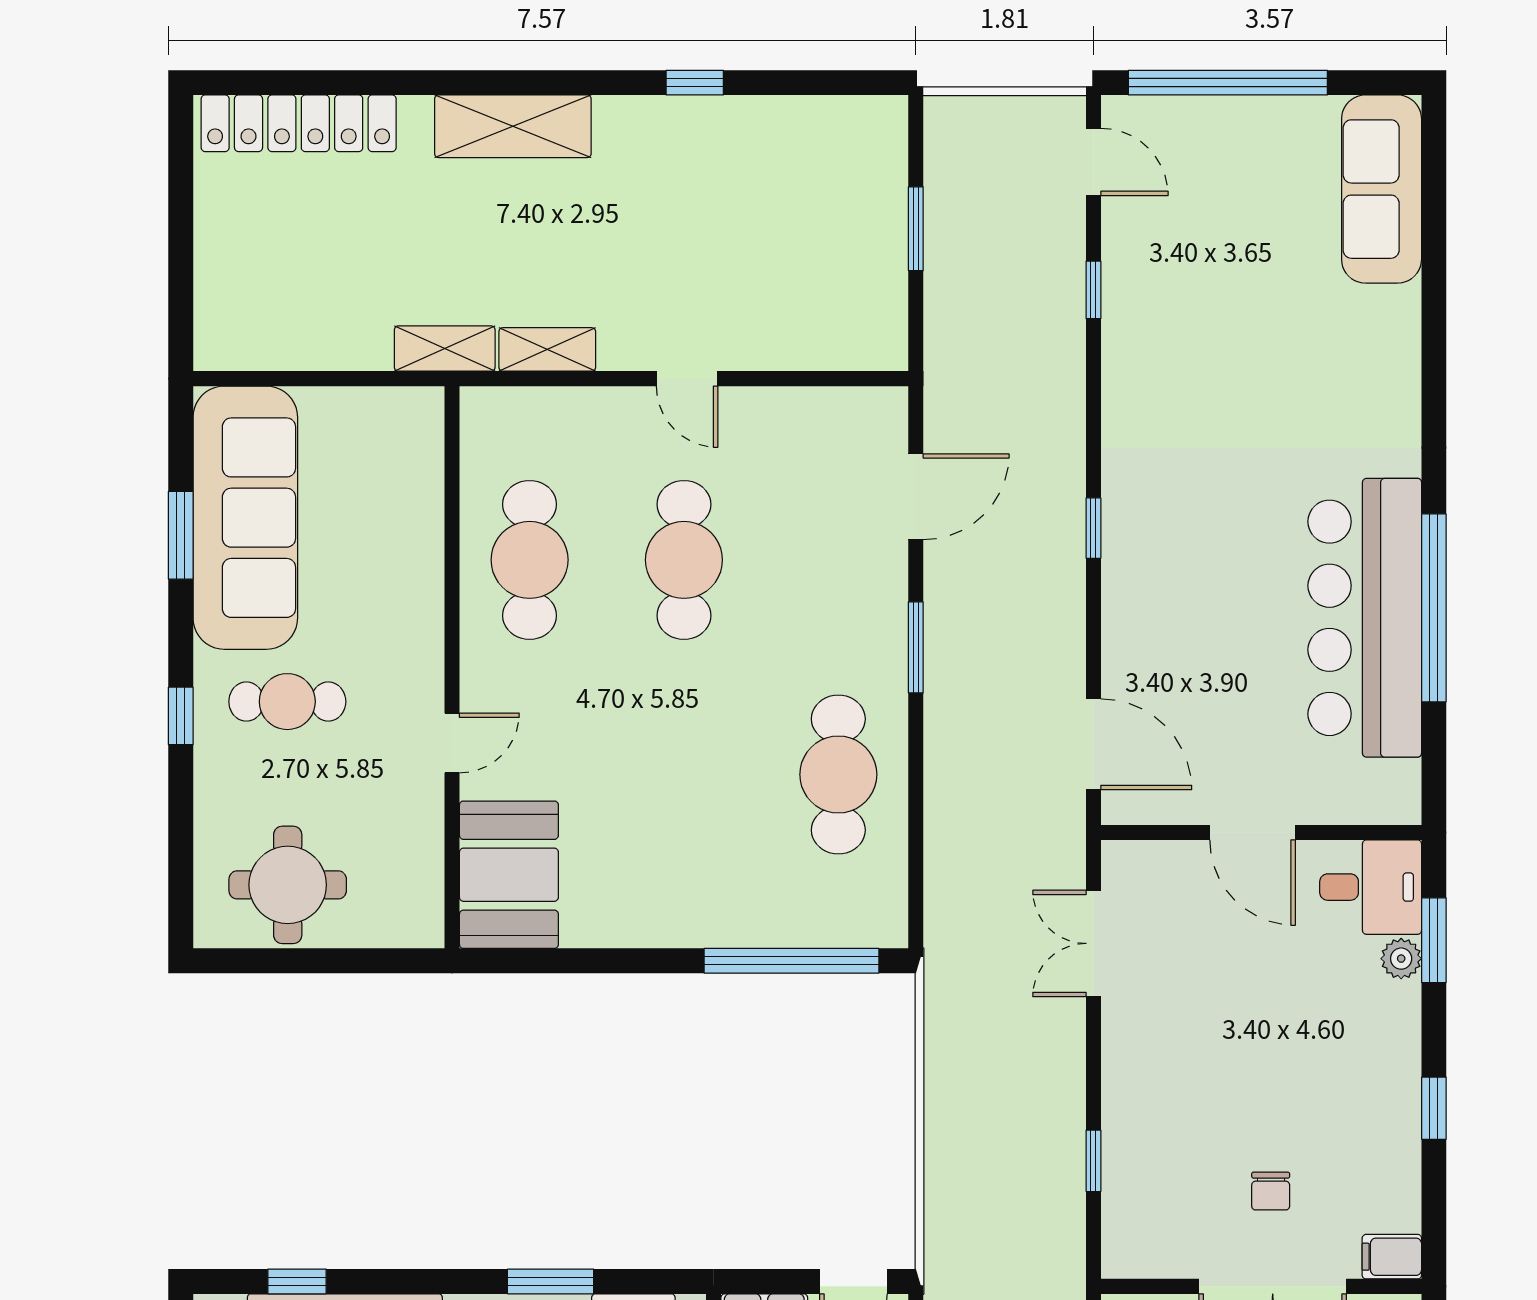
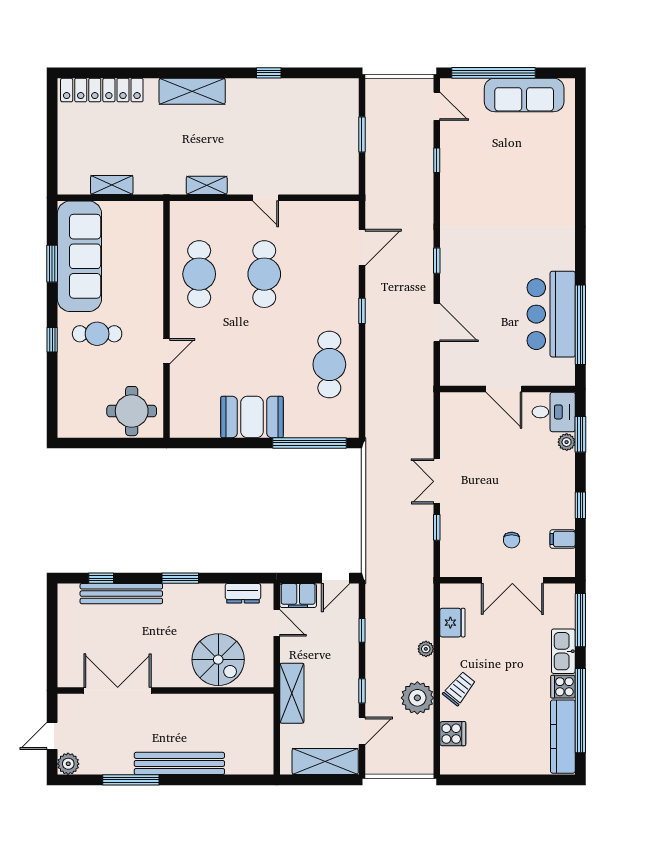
sofa: (1382, 189) -> (524, 95), moved, turned -90
shelving: (445, 349) -> (112, 185), moved
window: (1434, 608) -> (580, 325), moved
bar counter: (1365, 618) -> (551, 314), width x0.73
window: (916, 647) -> (362, 311), width x0.67
door: (1093, 744) -> (437, 323), moved
booth: (509, 875) -> (252, 417), moved, turned 90
round table: (288, 885) -> (132, 411), moved
double door: (1093, 943) -> (437, 481), moved
filing cabinet: (1392, 1257) -> (563, 539), moved
window: (551, 1281) -> (180, 578), moved

